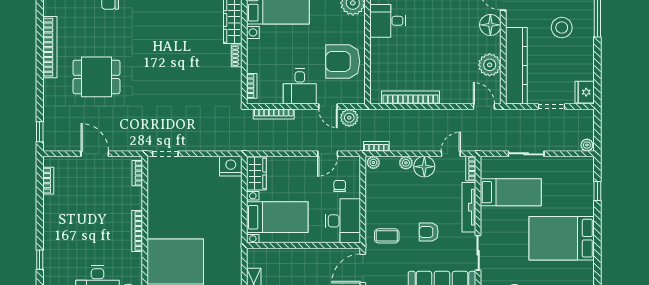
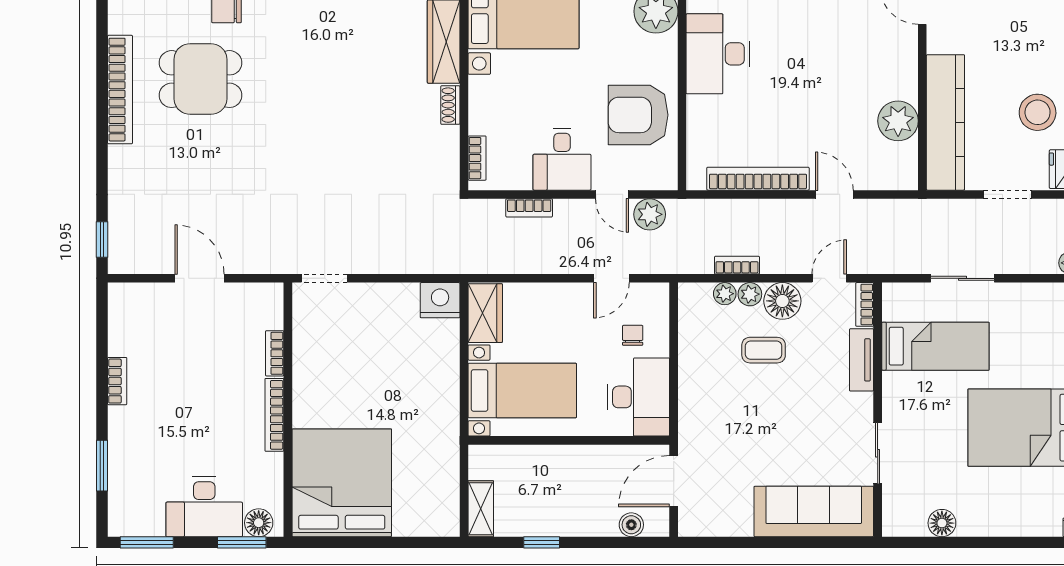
desk: (388, 21) -> (718, 54), width x1.37
floor lamp: (490, 25) -> (899, 50), removed
stool: (562, 27) -> (1038, 112), moved
dining table: (96, 77) -> (200, 79), moved
door: (484, 106) -> (834, 194), moved
bookcase: (274, 114) -> (529, 208), width x0.64
bookcase: (376, 146) -> (737, 265), moved
plant: (373, 162) -> (725, 294), moved
bookcase: (137, 173) -> (275, 353), moved
bookcase: (48, 181) -> (117, 381), moved
tv unit: (469, 207) -> (861, 360), width x0.71
armchair: (429, 232) -> (790, 417), removed
coffee table: (387, 236) -> (764, 350), moved
window: (40, 260) -> (102, 466), width x1.50

